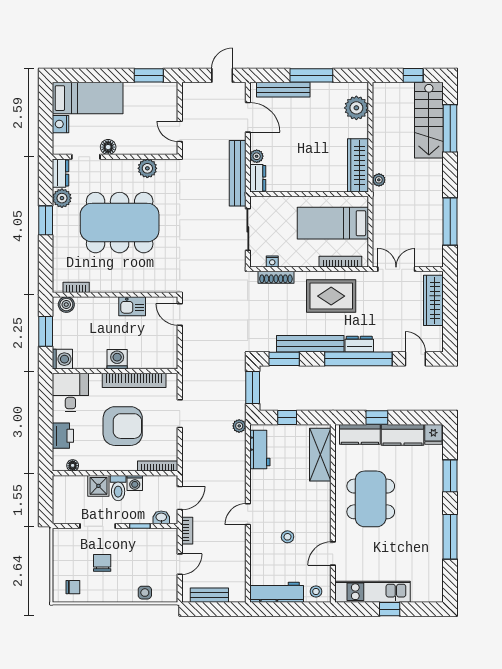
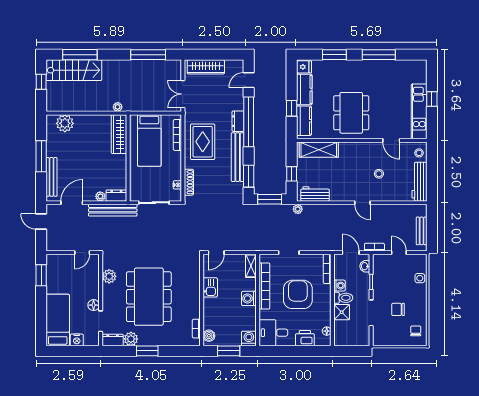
wardrobe: (358, 165) -> (119, 134), moved, turned 90
shelving: (162, 362) -> (251, 266), added
dining table: (371, 499) -> (351, 113), turned 90

